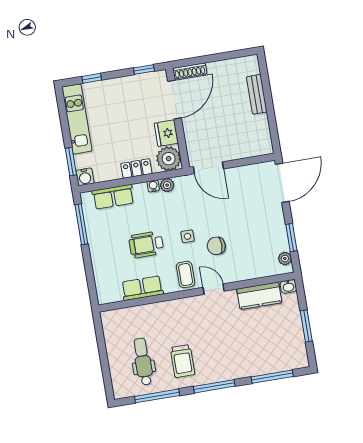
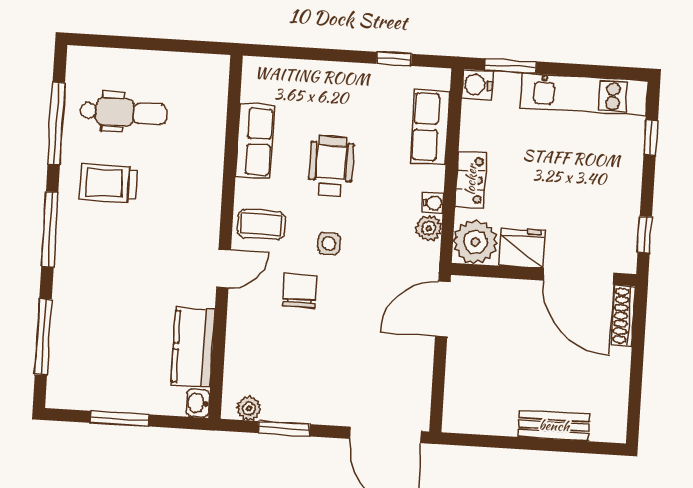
window: (81, 224) -> (394, 59), width x0.46

